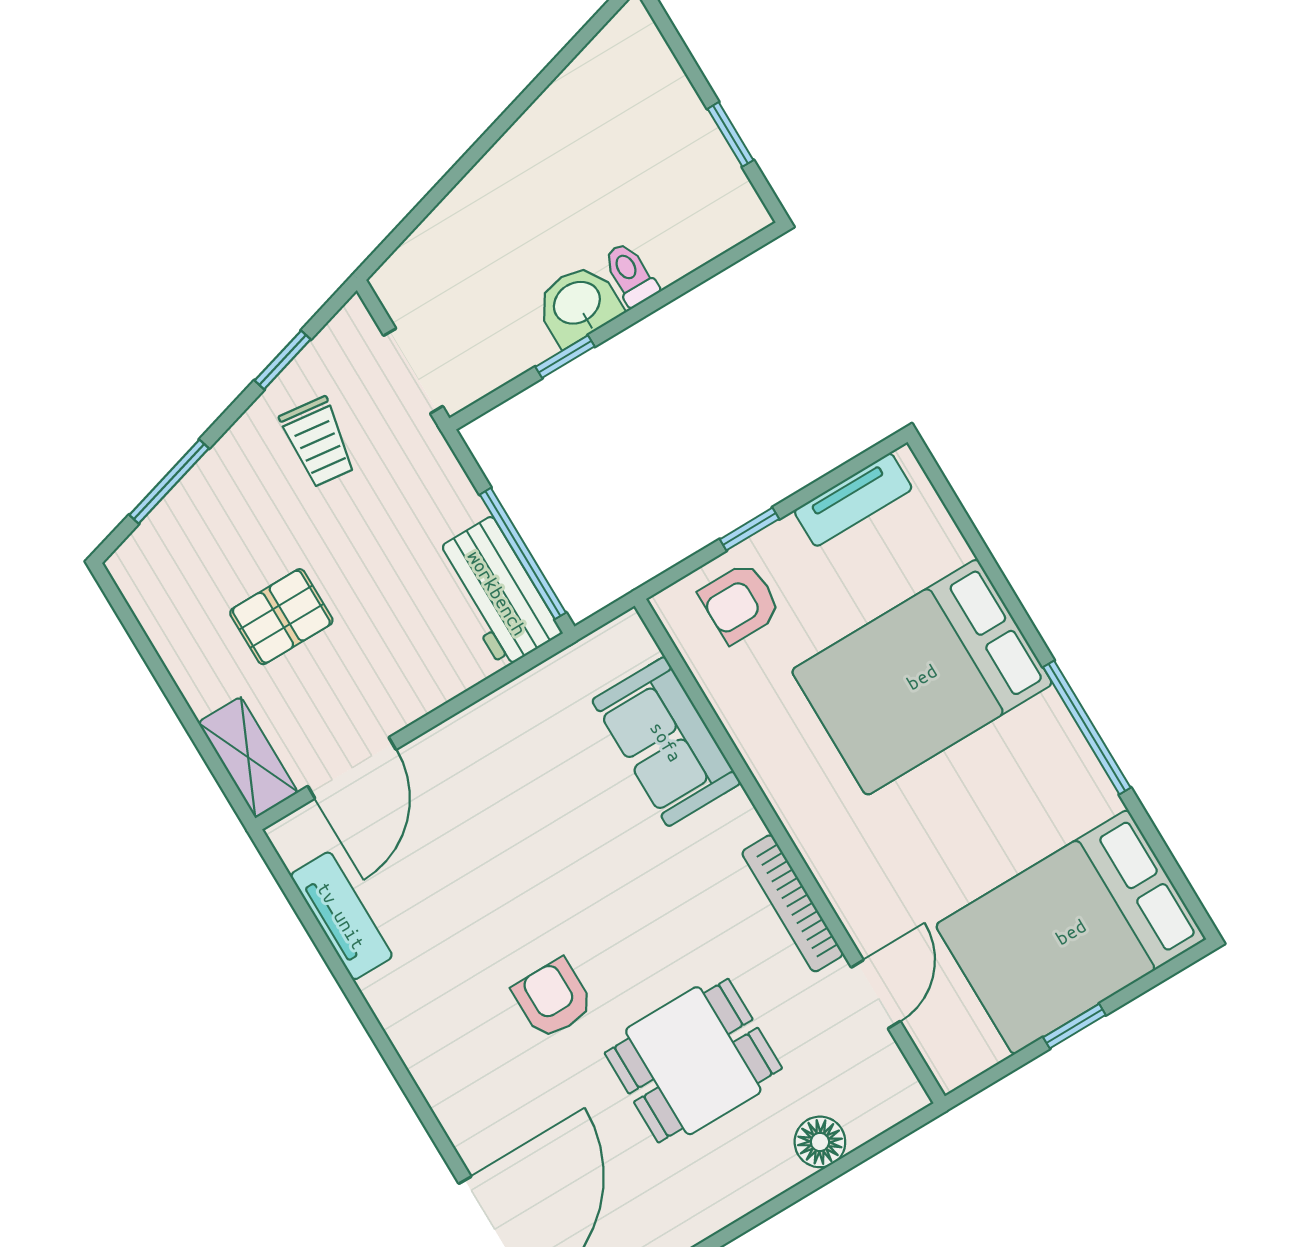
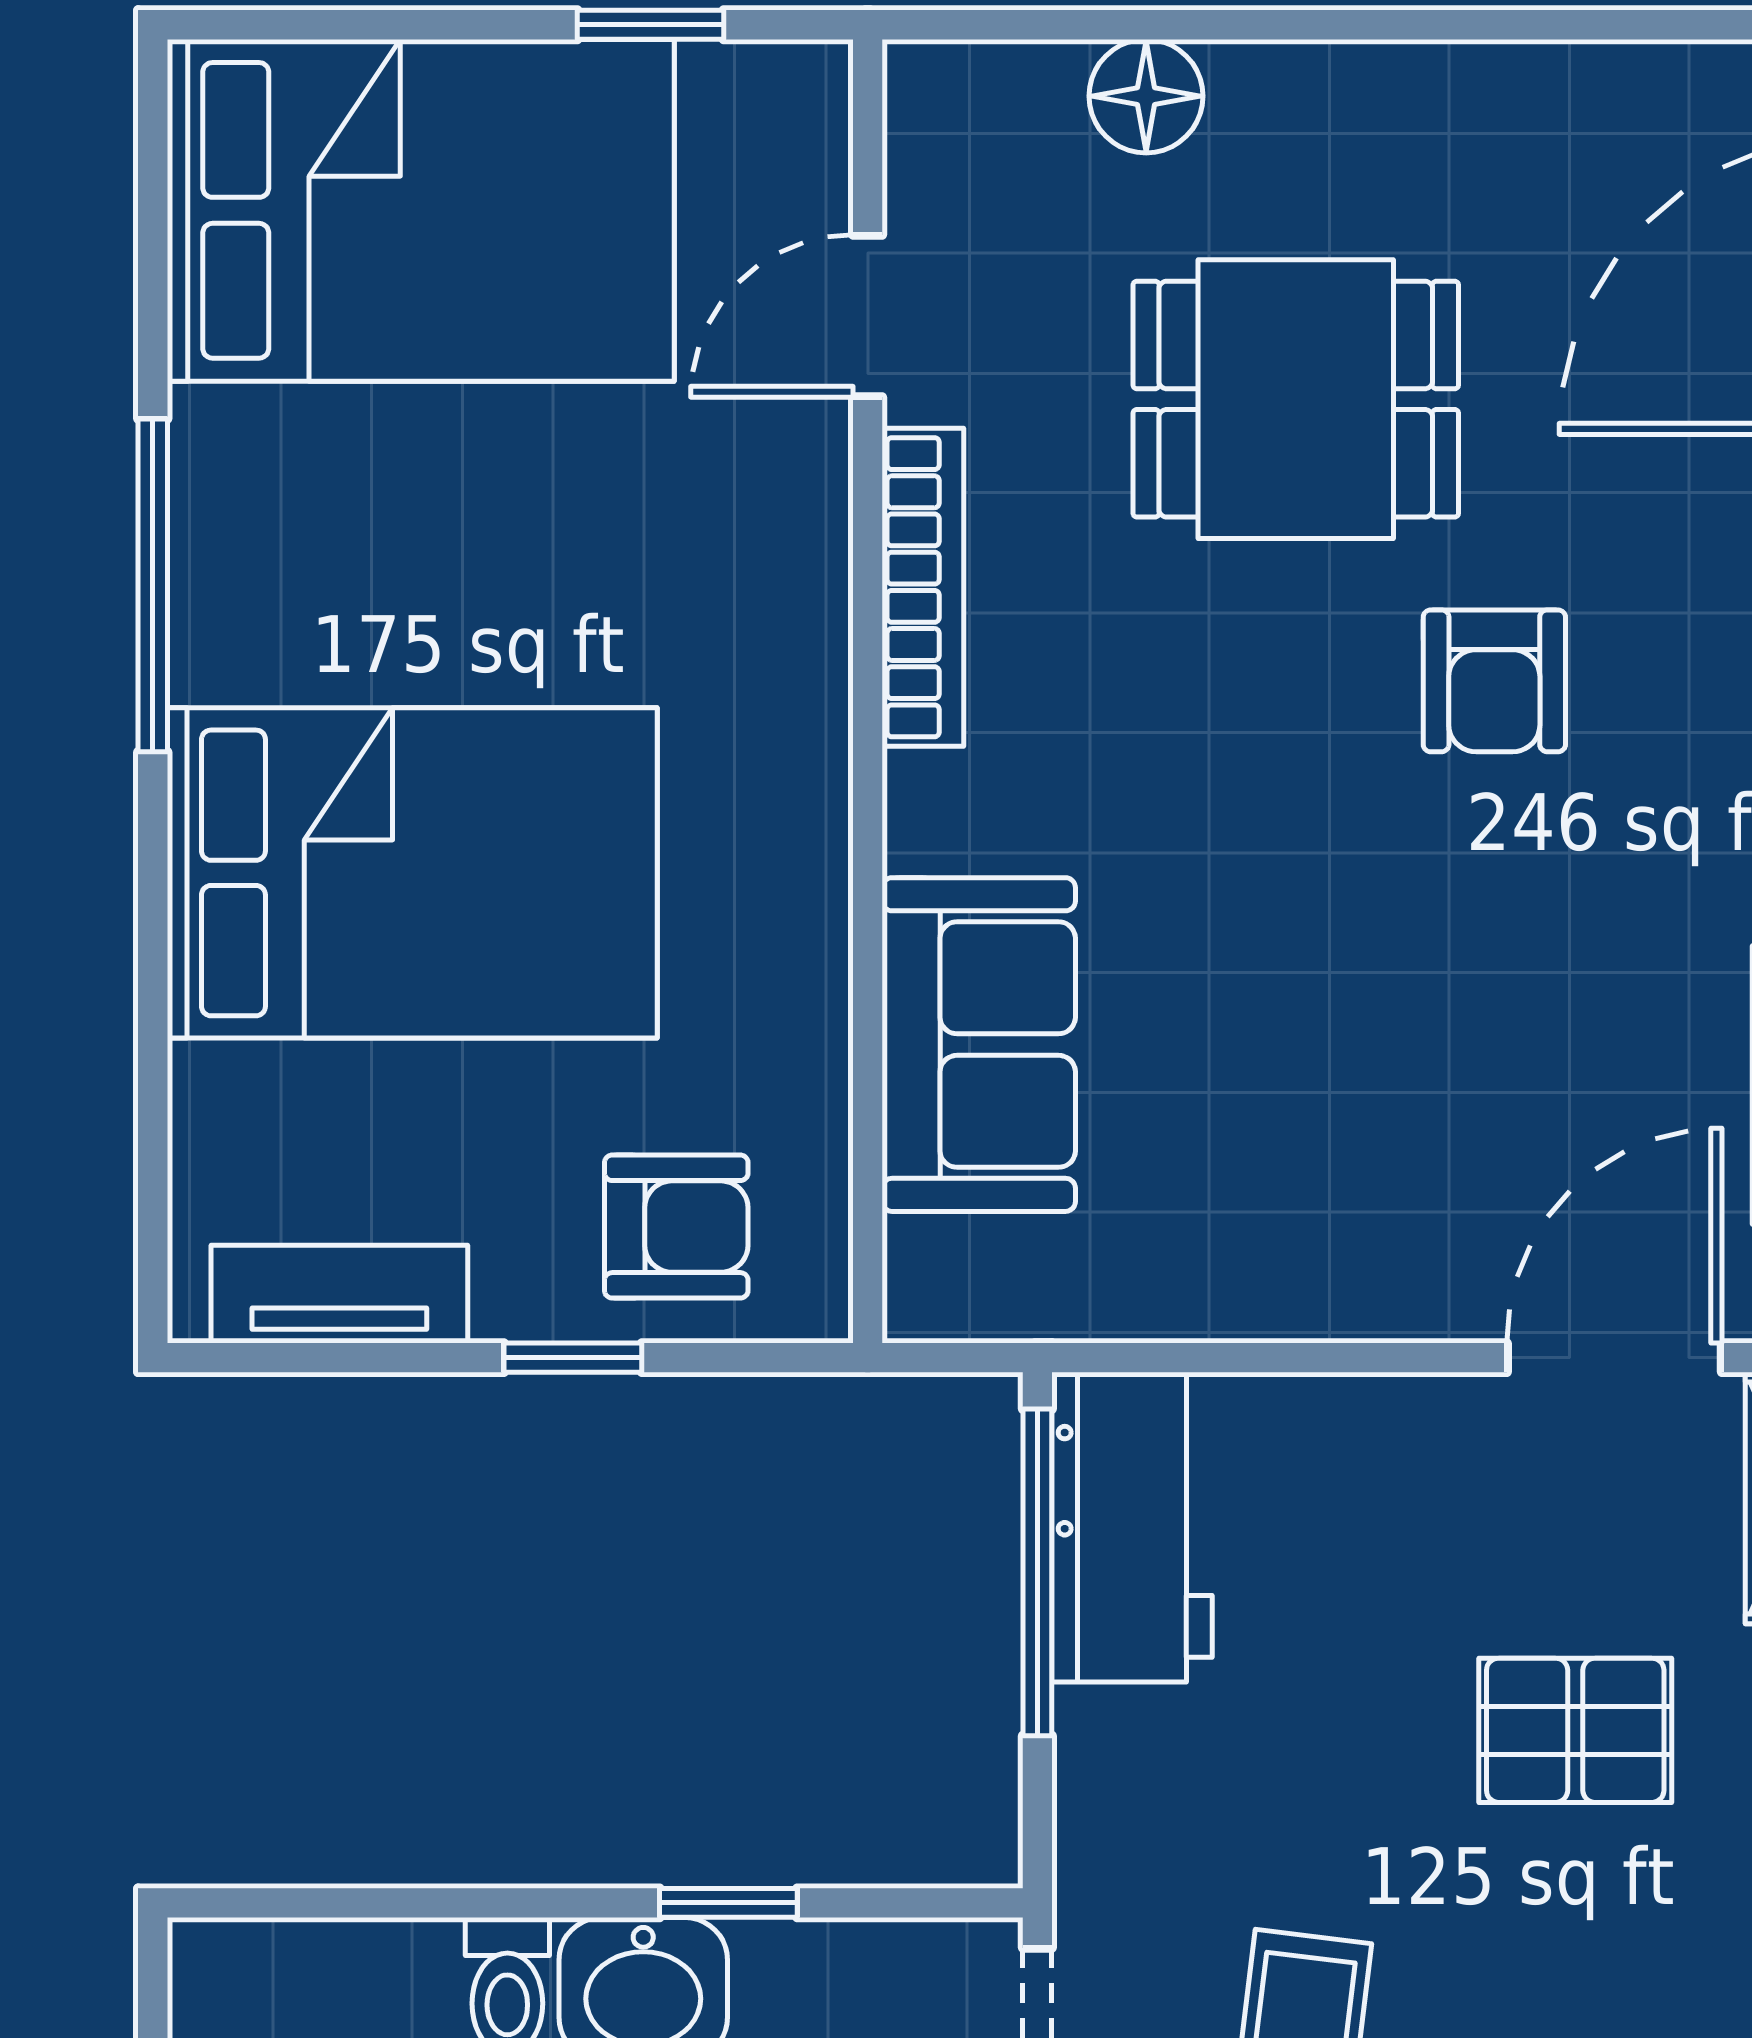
window: (1074, 1026) -> (651, 25), moved

